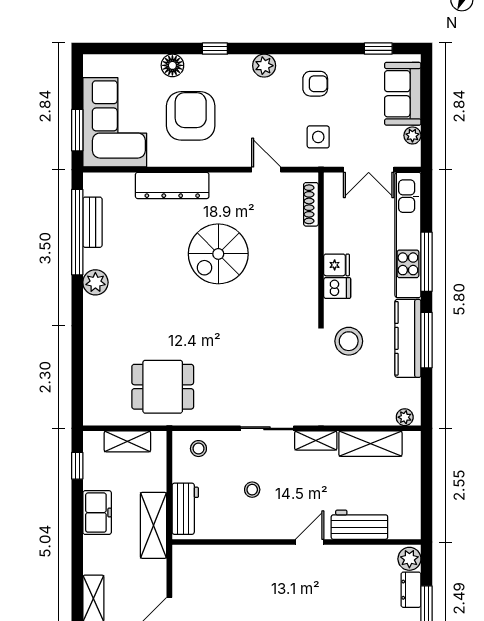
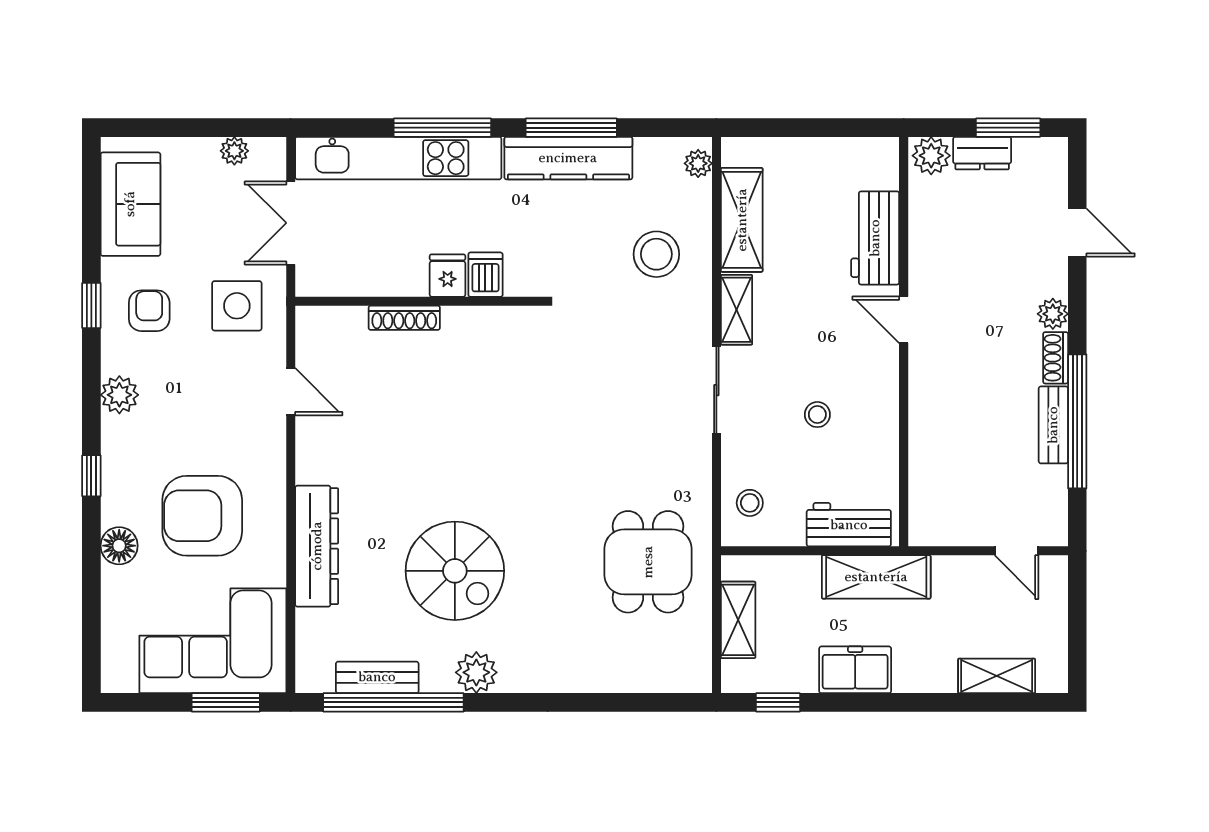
window: (378, 49) -> (91, 306), moved
sofa: (403, 94) -> (130, 204), moved, turned -90
side table: (318, 137) -> (237, 306), width x1.37, depth x1.37
door: (266, 170) -> (291, 392), swing flipped
double door: (369, 170) -> (291, 223), swing flipped
shoe rack: (311, 204) -> (404, 318), moved
spiral stairs: (218, 254) -> (455, 571), moved
stool: (349, 341) -> (656, 254), moved

